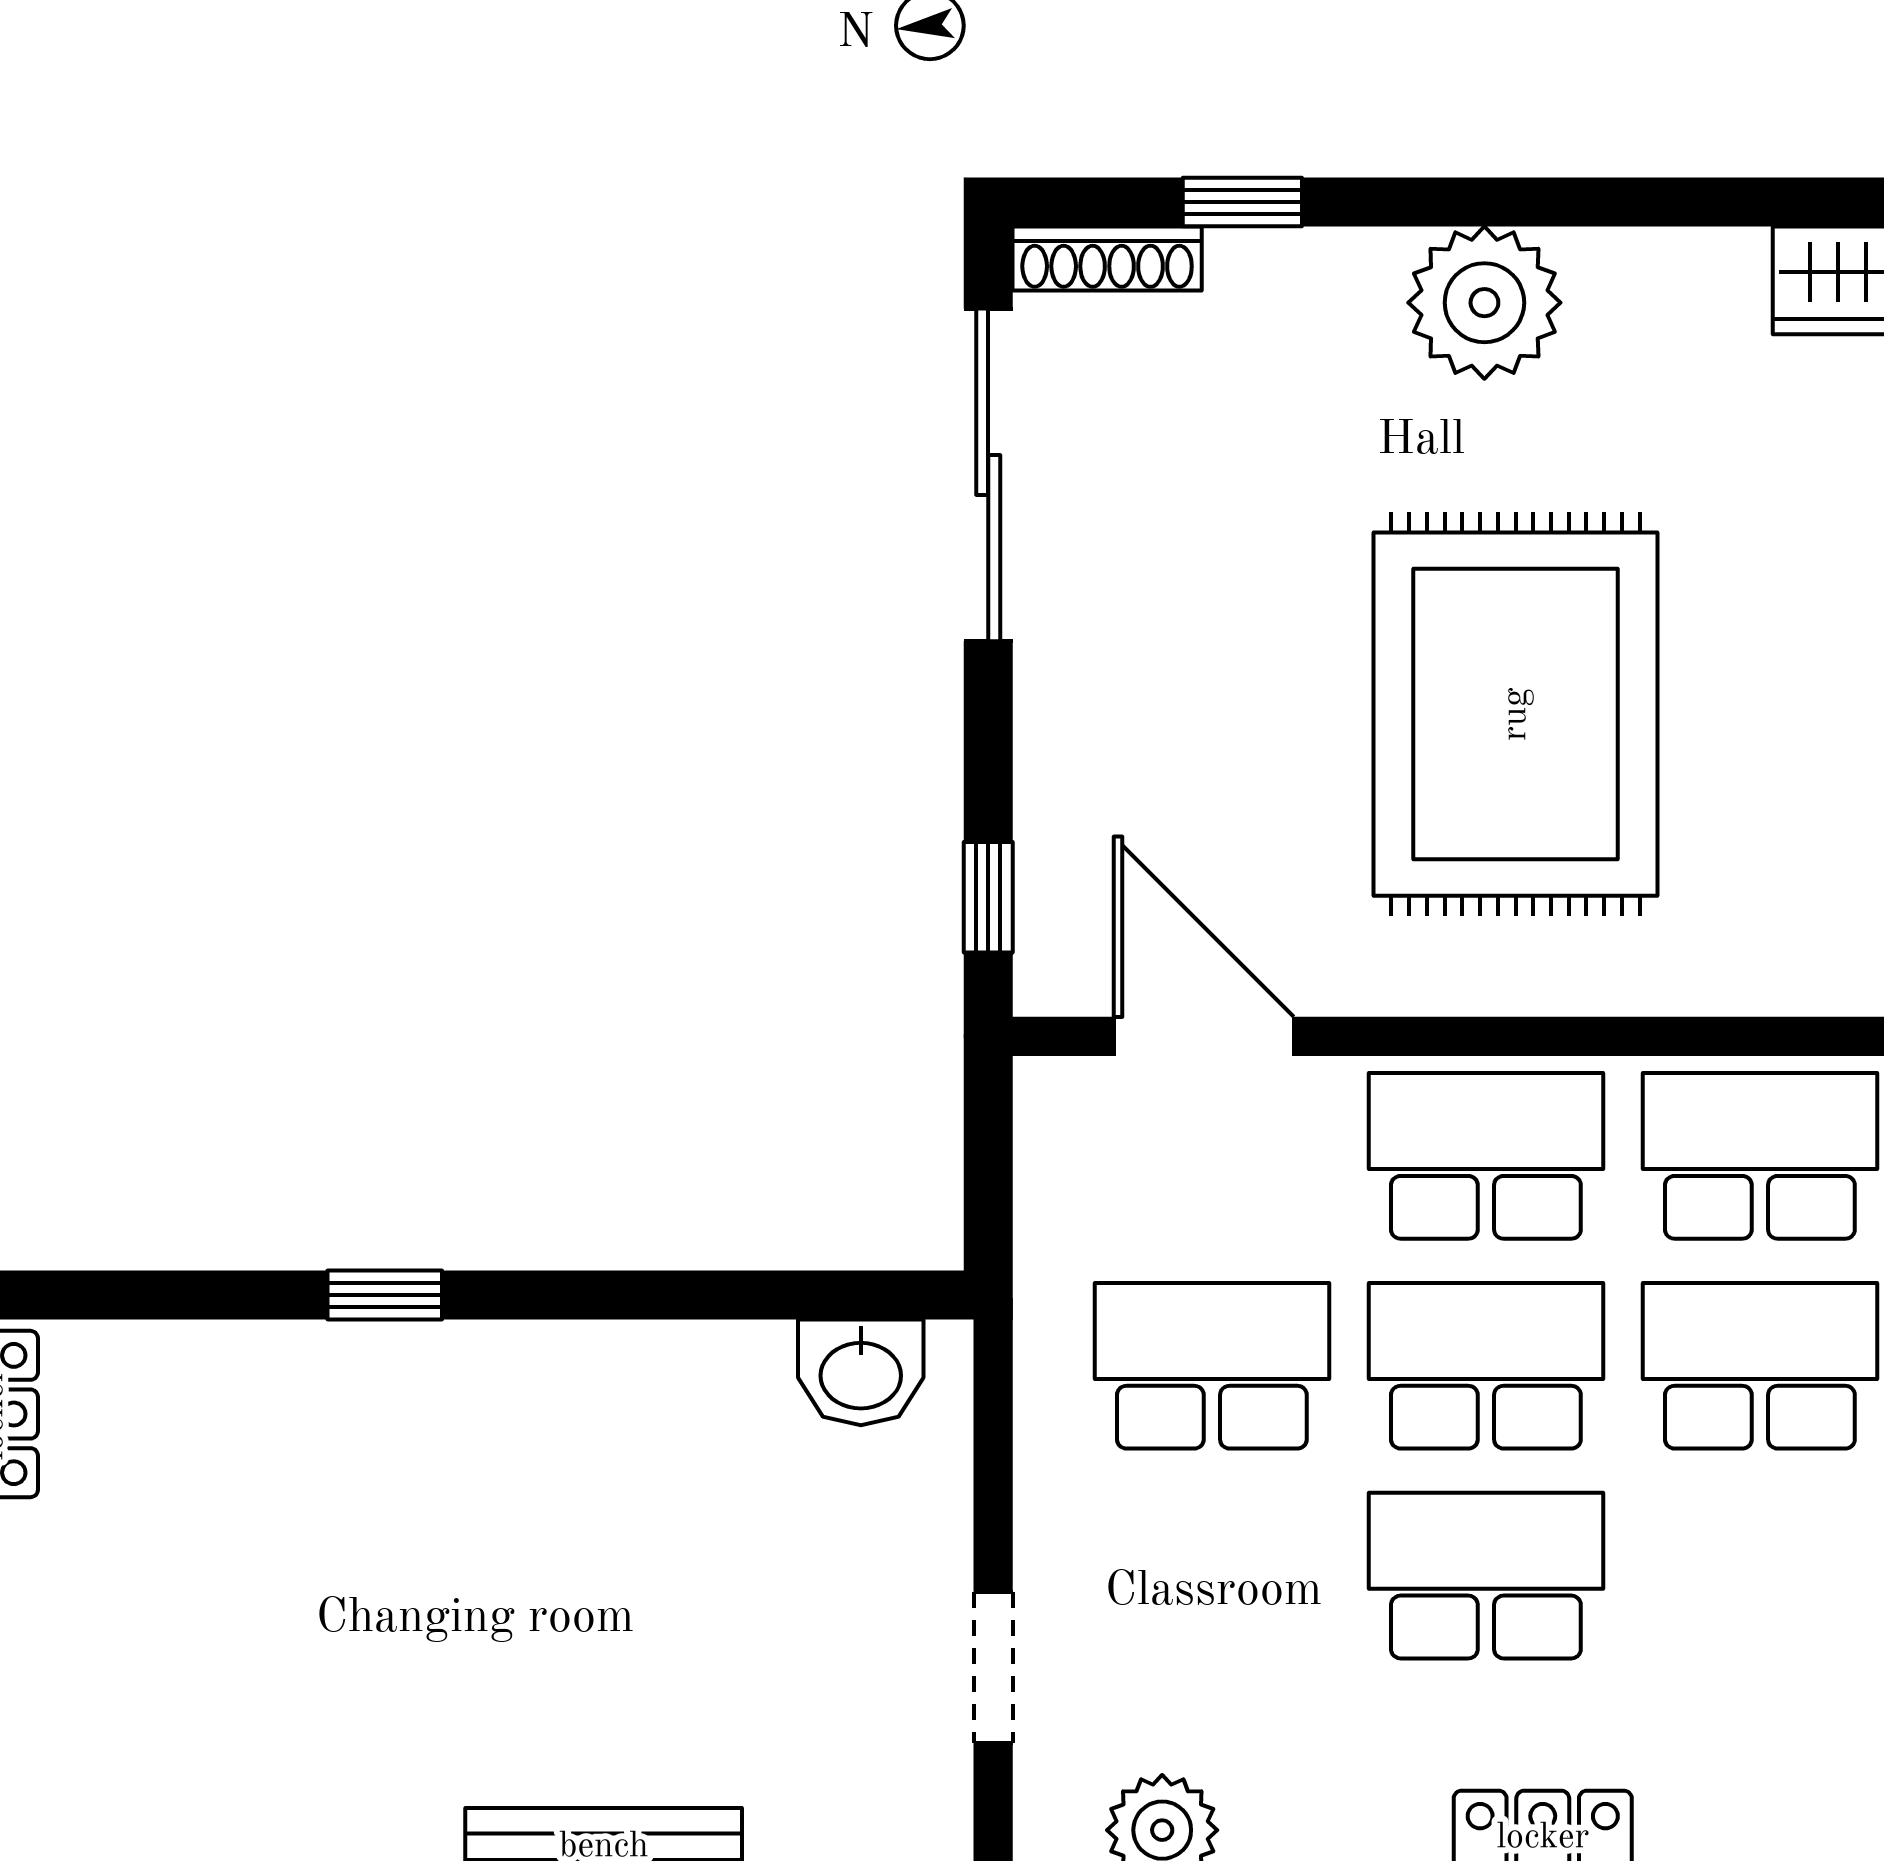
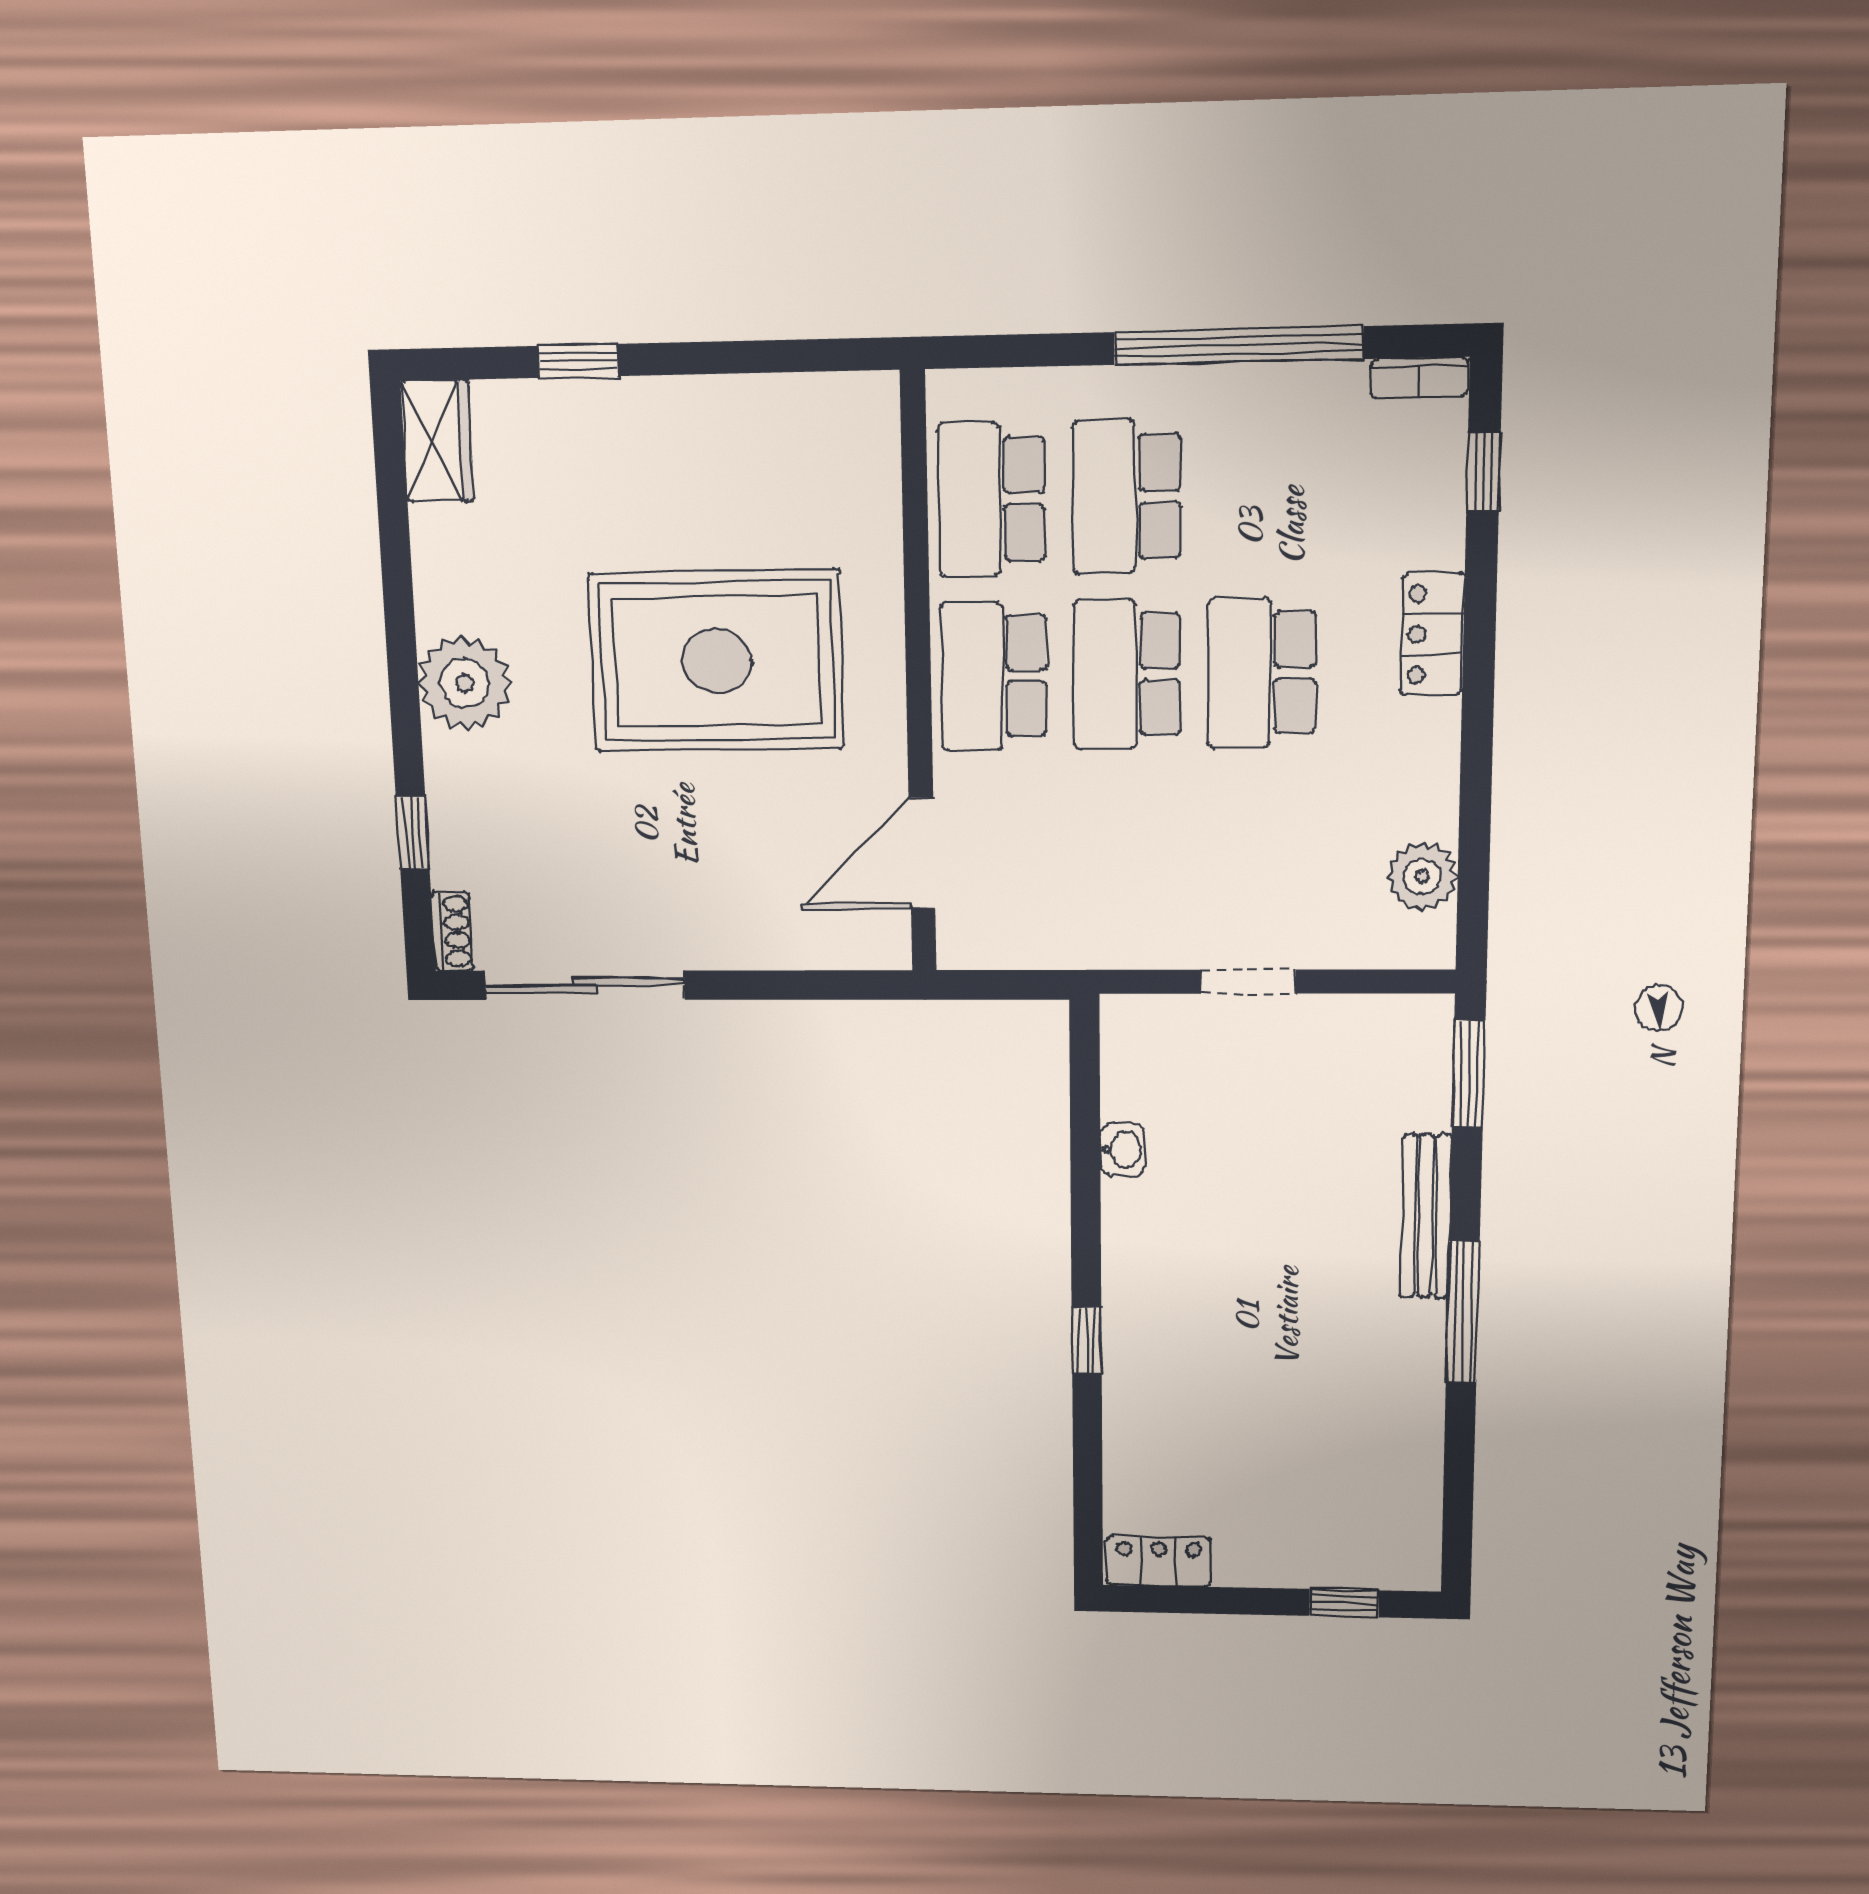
shoe rack: (1107, 259) -> (452, 931), width x0.70
window: (988, 897) -> (840, 985), removed
school desk: (1212, 1366) -> (1128, 847), removed
washbasin: (861, 1372) -> (1123, 1150), moved, width x0.72, depth x0.69
doorway: (993, 1667) -> (1248, 982), moved

